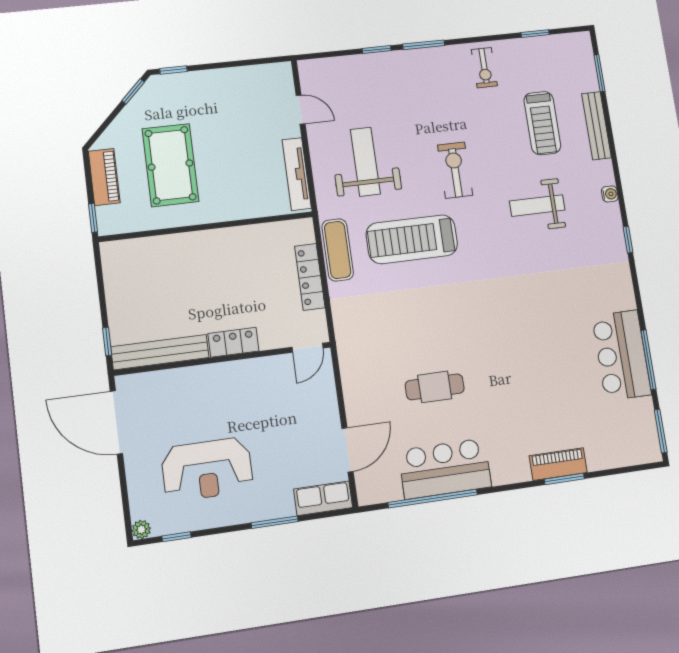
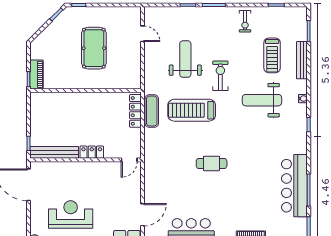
weight bench: (365, 162) -> (185, 59), moved
pool table: (171, 165) -> (94, 48), moved
tv unit: (297, 174) -> (136, 68), removed
piano: (104, 177) -> (36, 74), moved
weight bench: (537, 205) -> (262, 100), width x1.36, depth x1.33
locker: (310, 277) -> (135, 111), moved
bar counter: (622, 355) -> (294, 186), width x1.36
cafe table: (435, 387) -> (212, 163), moved
reception desk: (207, 469) -> (71, 214), turned 180

